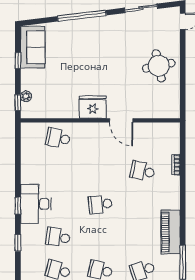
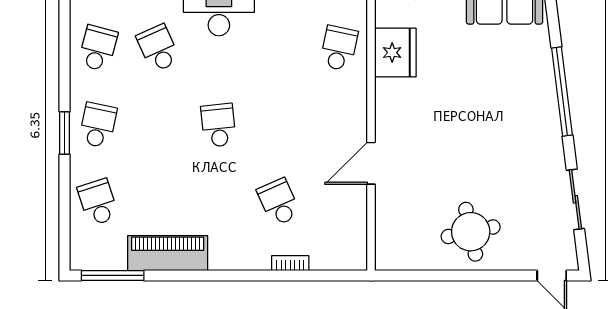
fridge: (93, 107) -> (395, 53), moved
school desk: (143, 171) -> (279, 202), turned -36
school desk: (58, 237) -> (158, 48), turned -33

